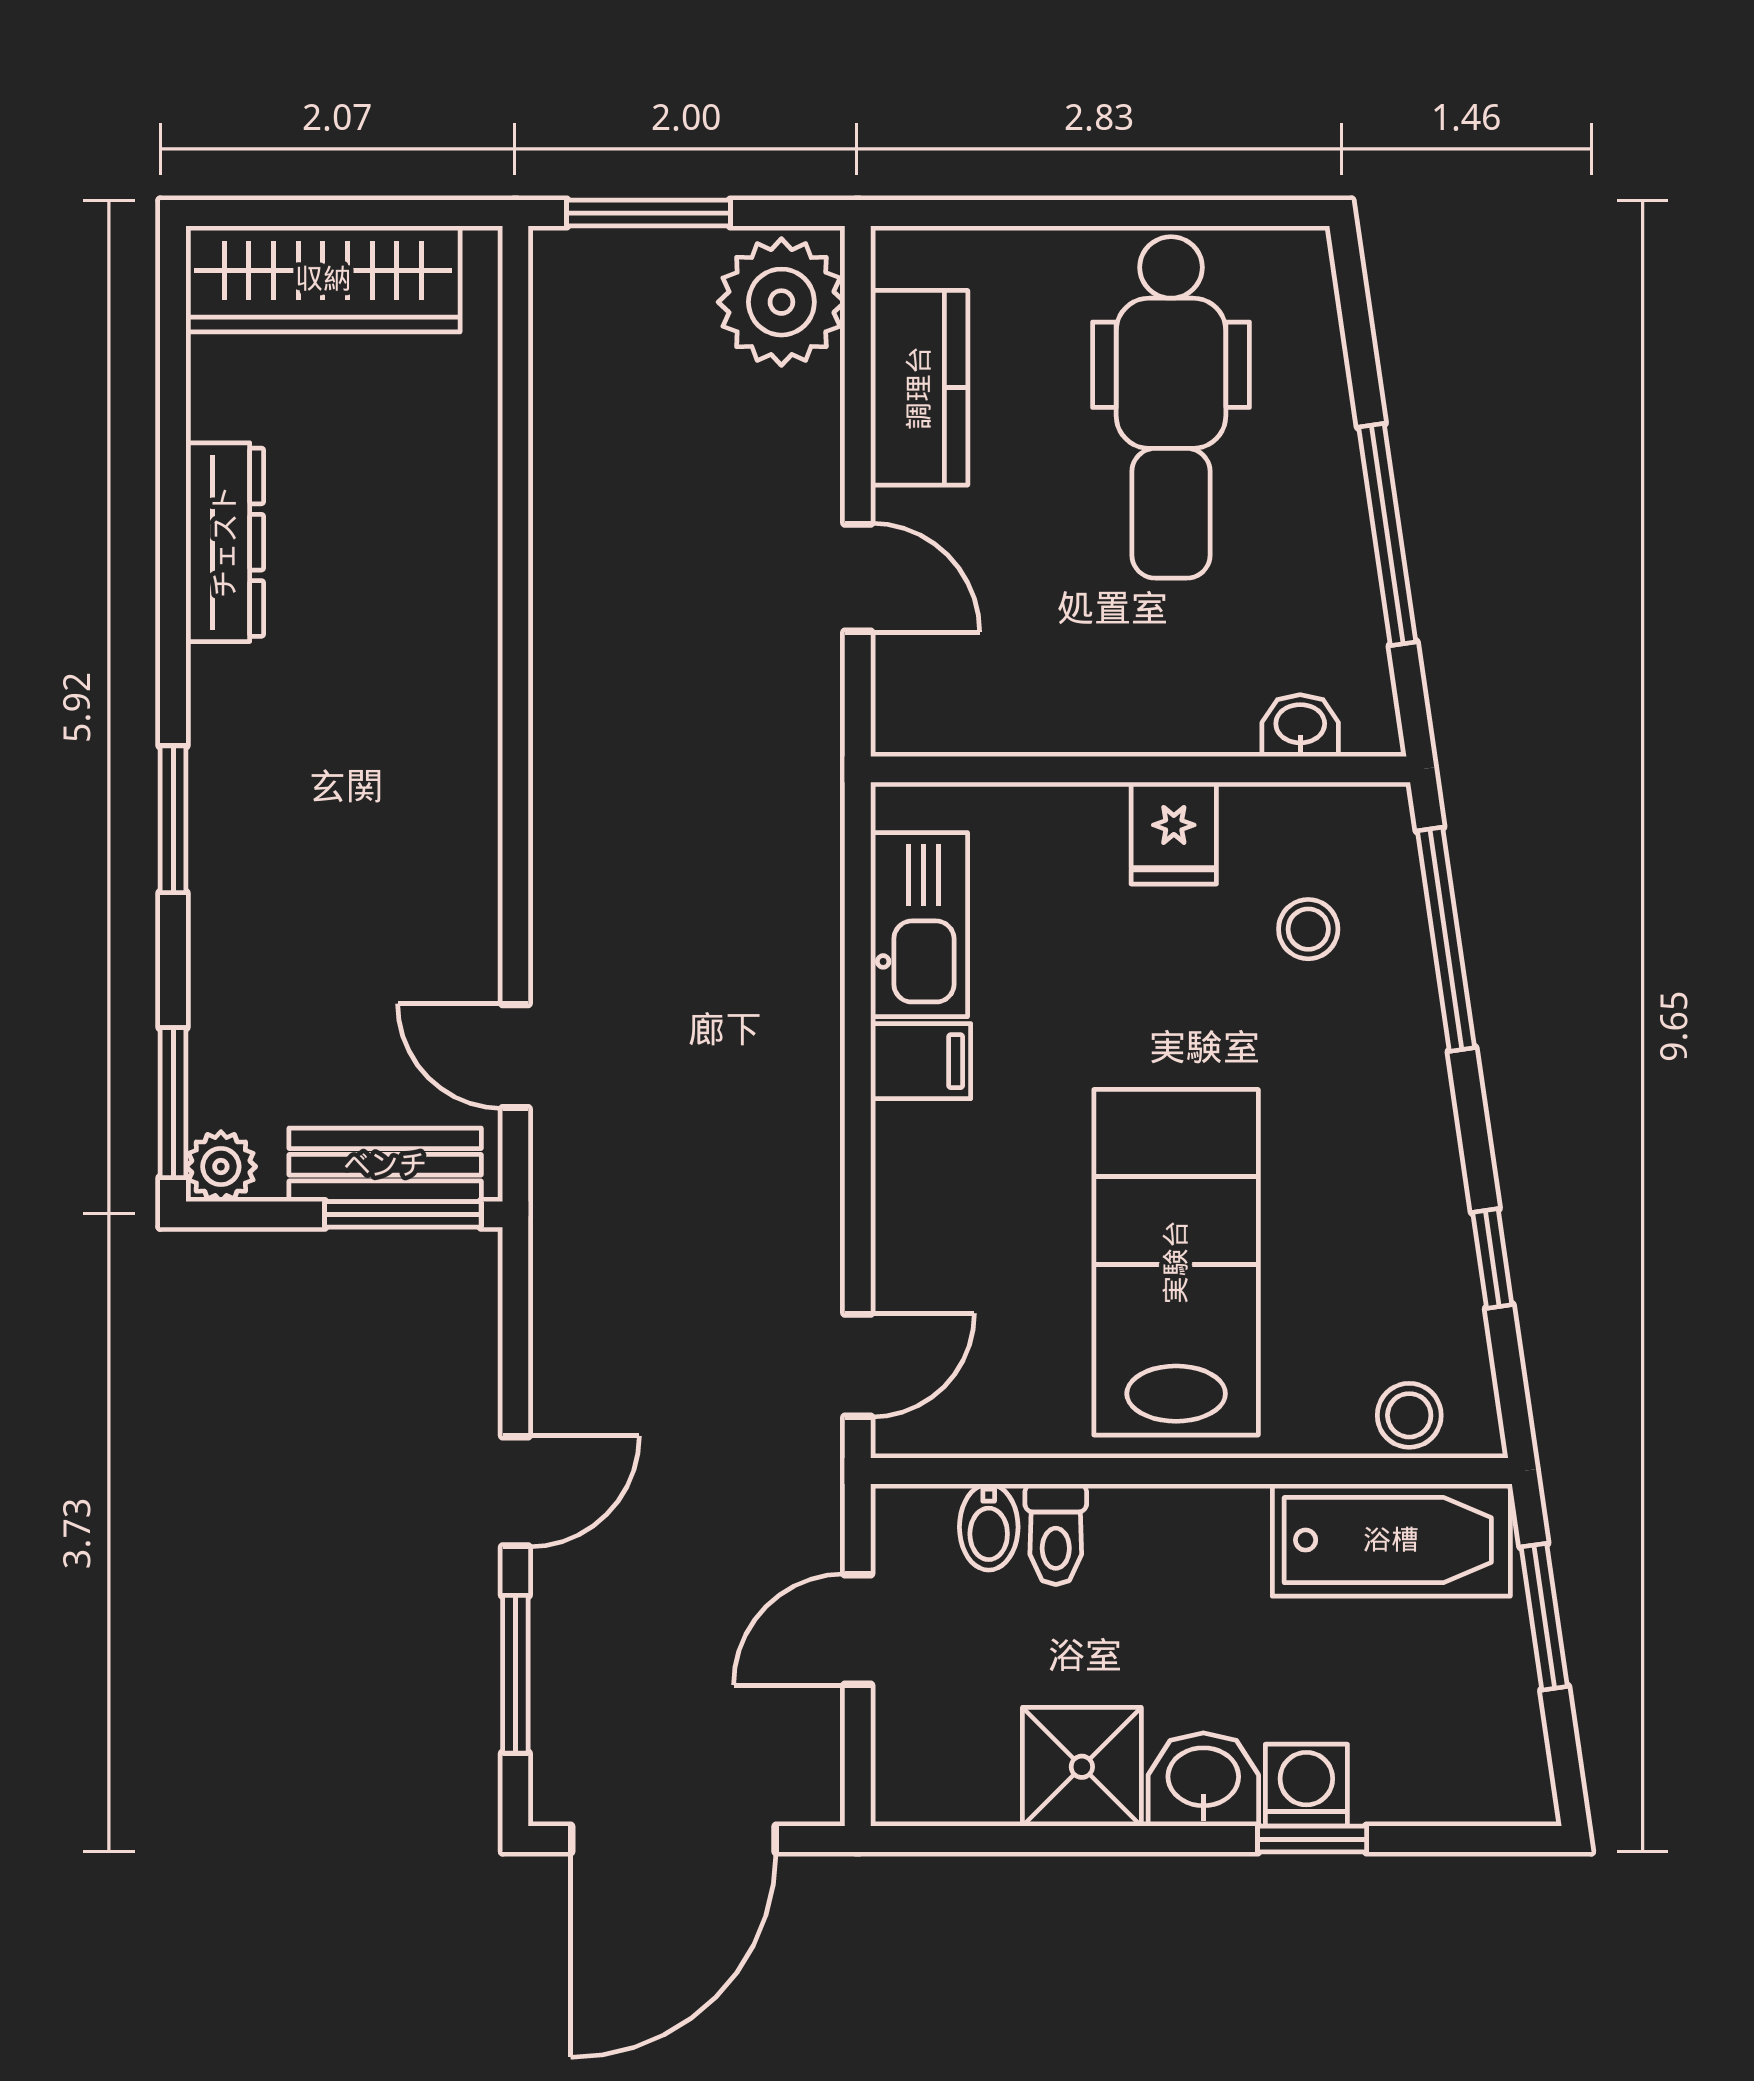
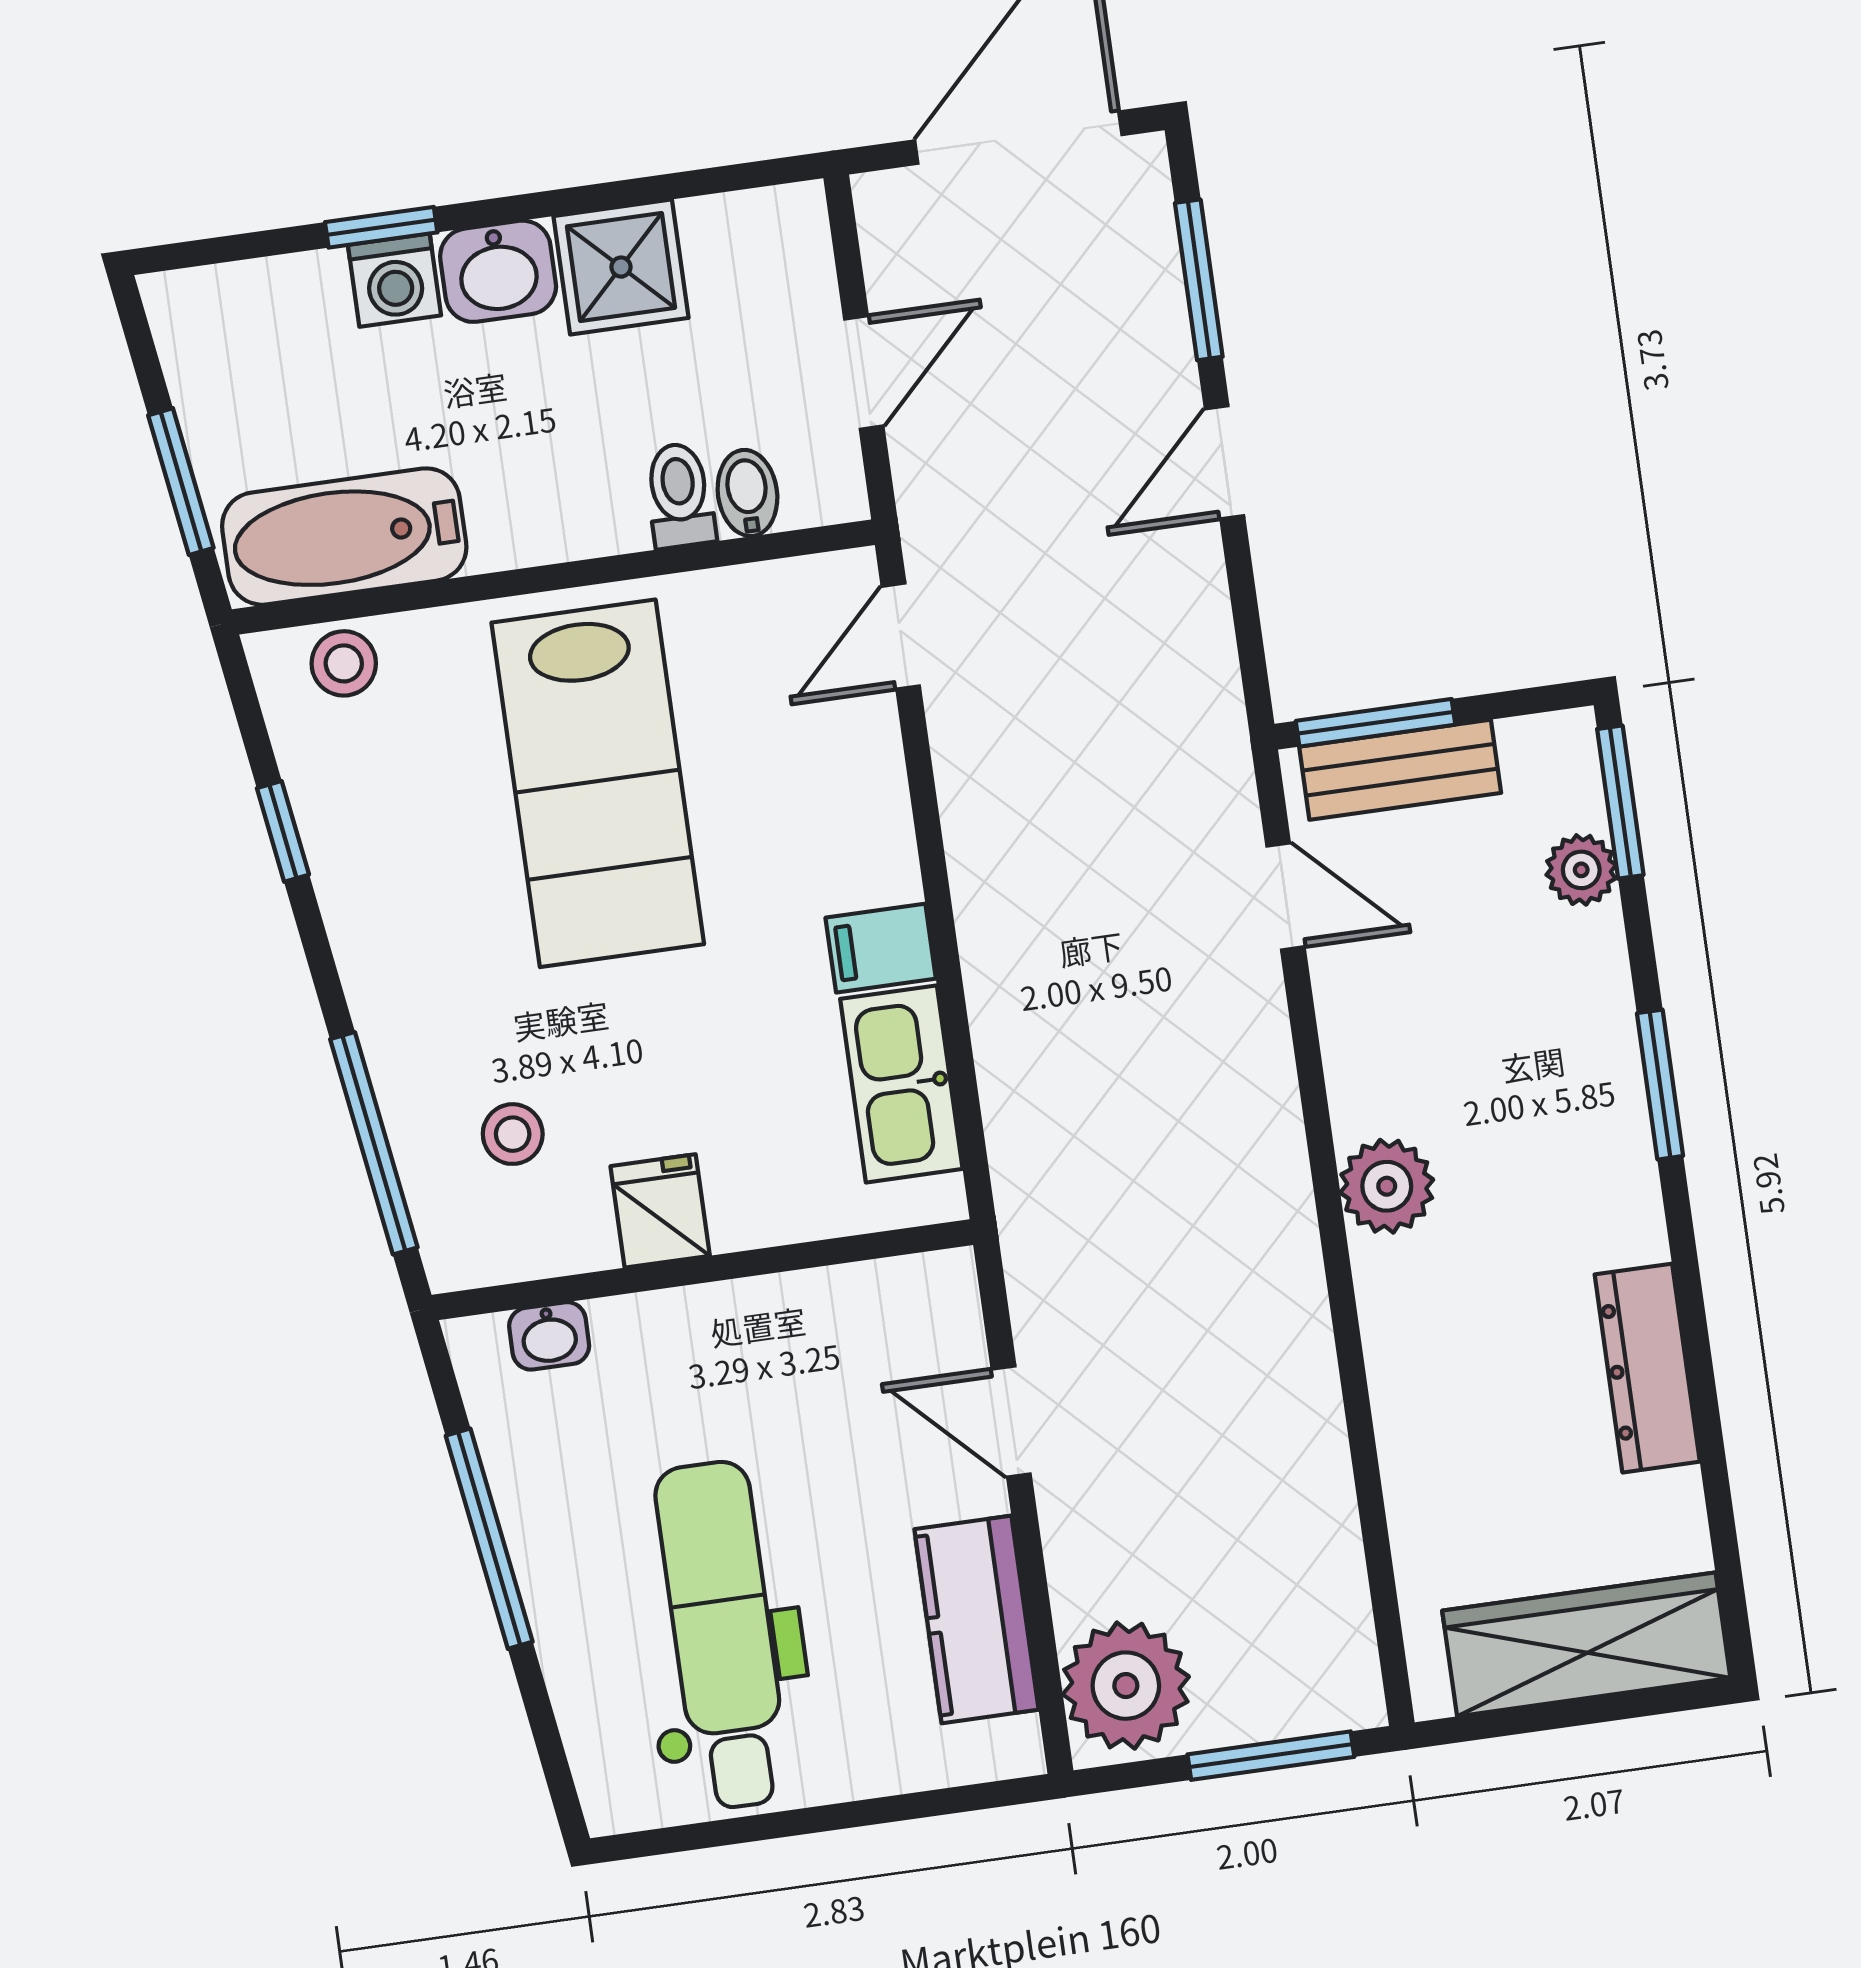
plant: (456, 757) -> (1387, 1186), added
plant: (221, 1167) -> (1581, 870), moved

